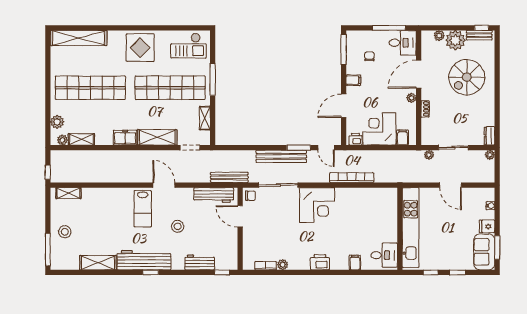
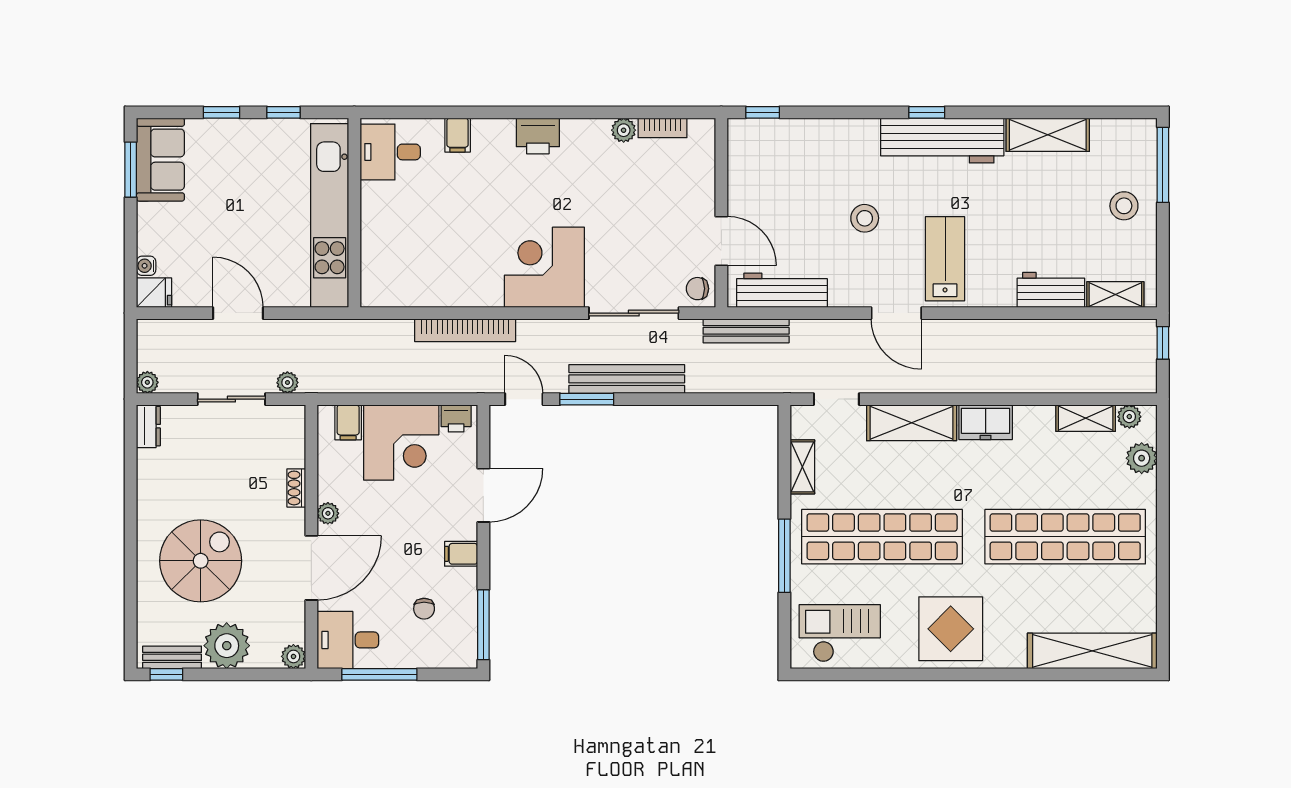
plant: (439, 36) -> (293, 656), moved
fridge: (487, 226) -> (154, 293), moved
workbench: (200, 262) -> (1051, 290), moved, turned 180

